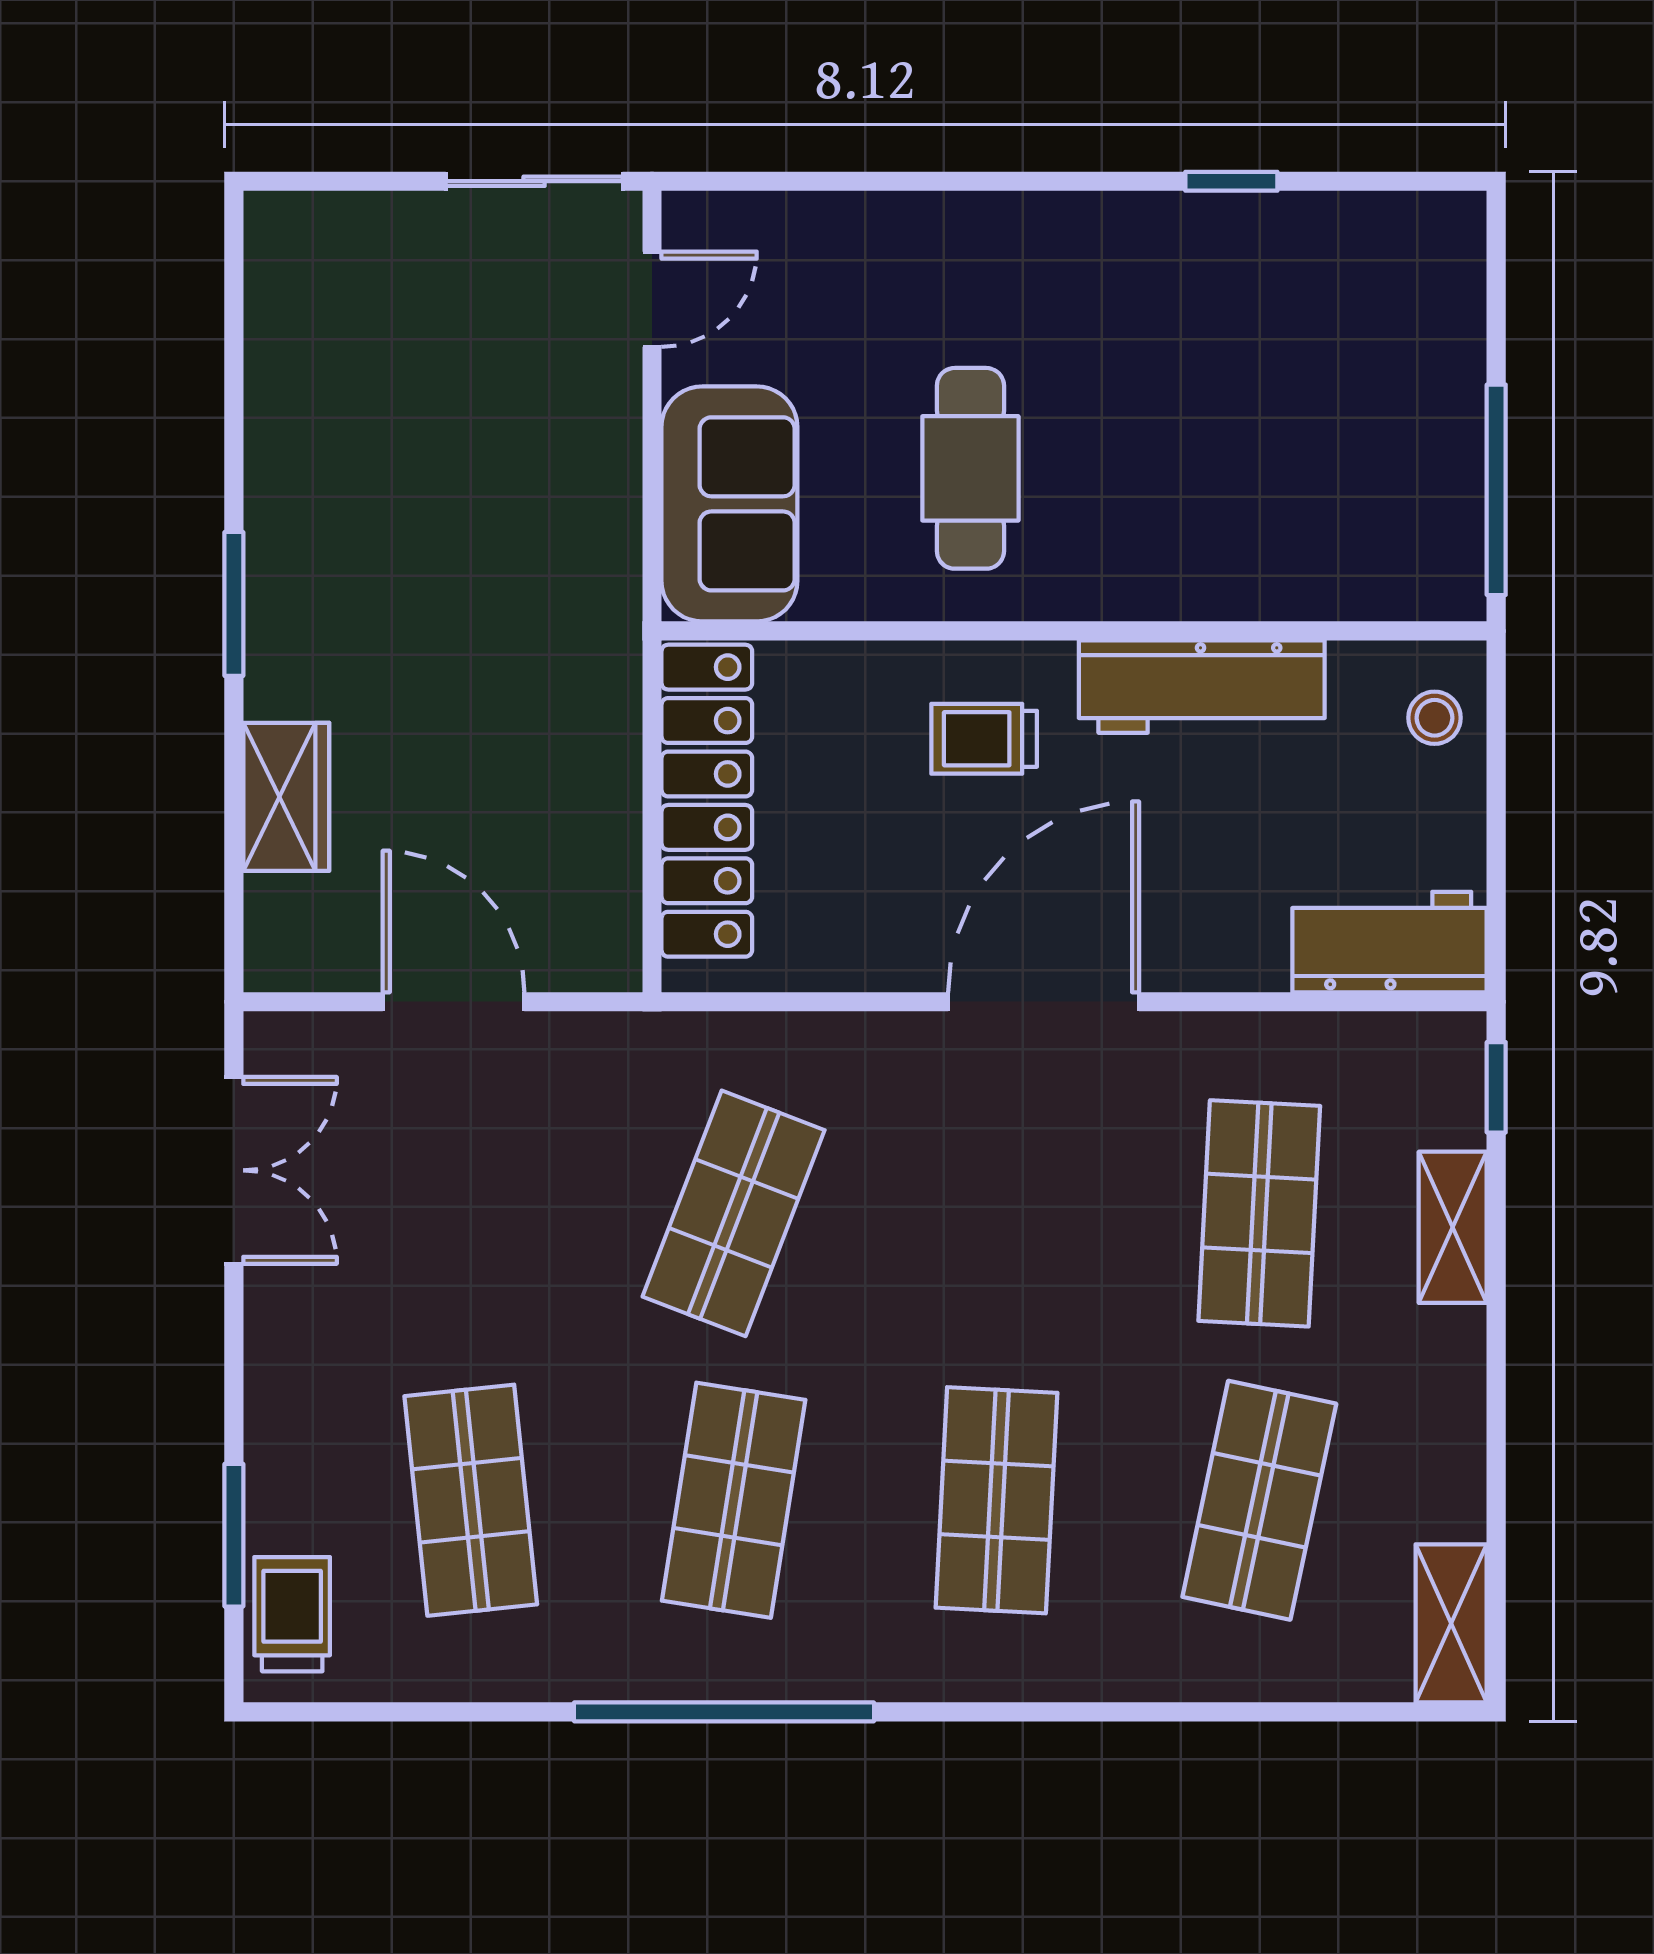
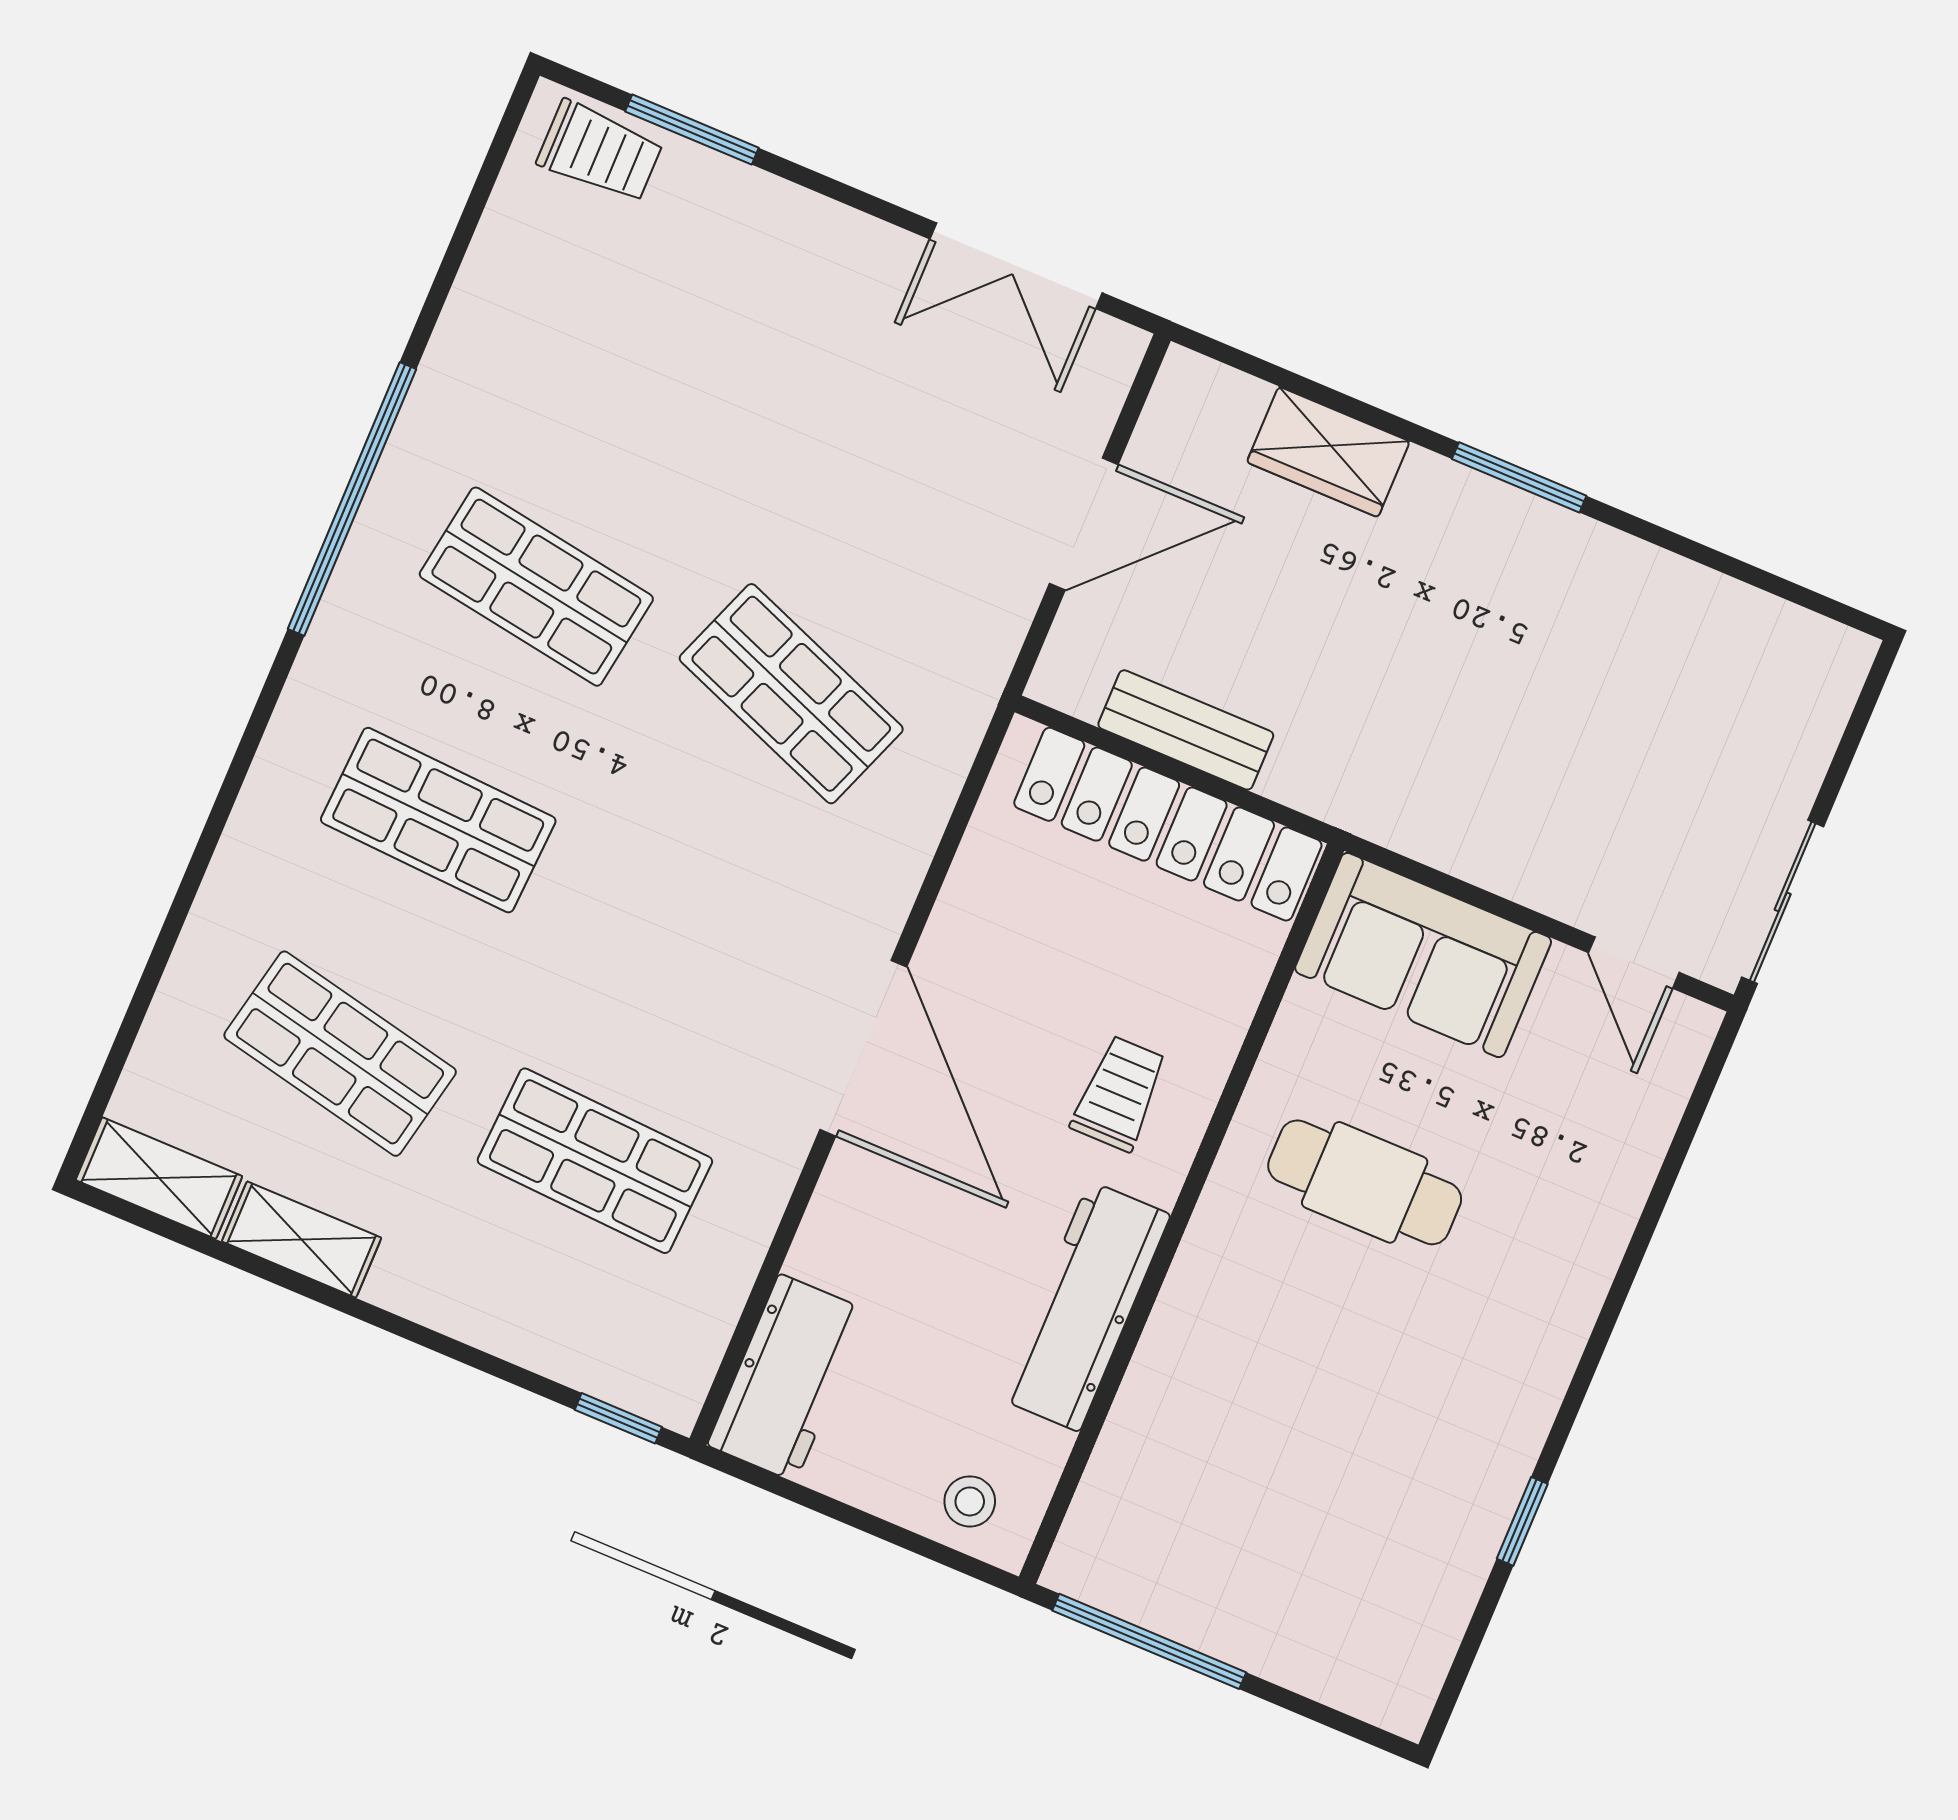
bench: (610, 821) -> (1186, 730), added
shelving: (1453, 1227) -> (302, 1240), moved
shop shelf: (471, 1500) -> (635, 353), removed

